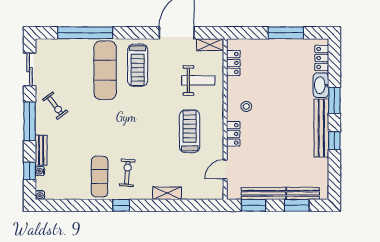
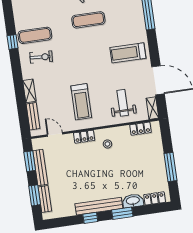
exercise mat: (105, 70) -> (88, 20), moved, width x0.73, depth x0.69
weight bench: (198, 80) -> (123, 103), turned 180
treadmill: (190, 131) -> (81, 102), turned 90
bench: (199, 193) -> (33, 116), added
window: (121, 205) -> (13, 42), moved

